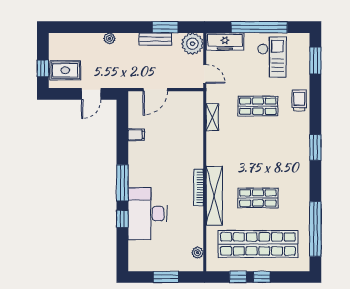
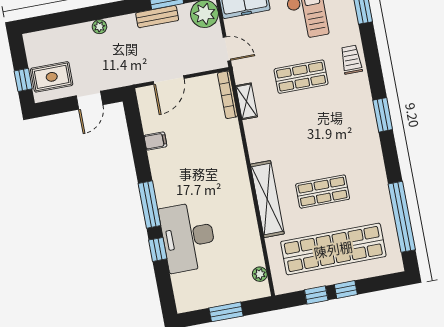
bookcase: (199, 187) -> (228, 95), moved

